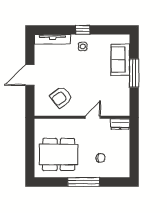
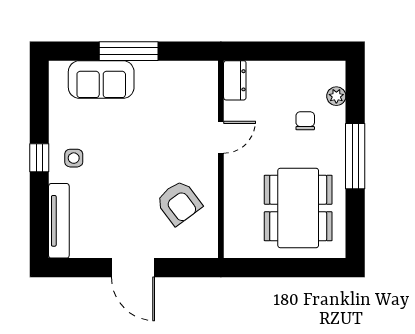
door: (93, 117) -> (221, 137), swing flipped
plant: (112, 173) -> (336, 96), added

